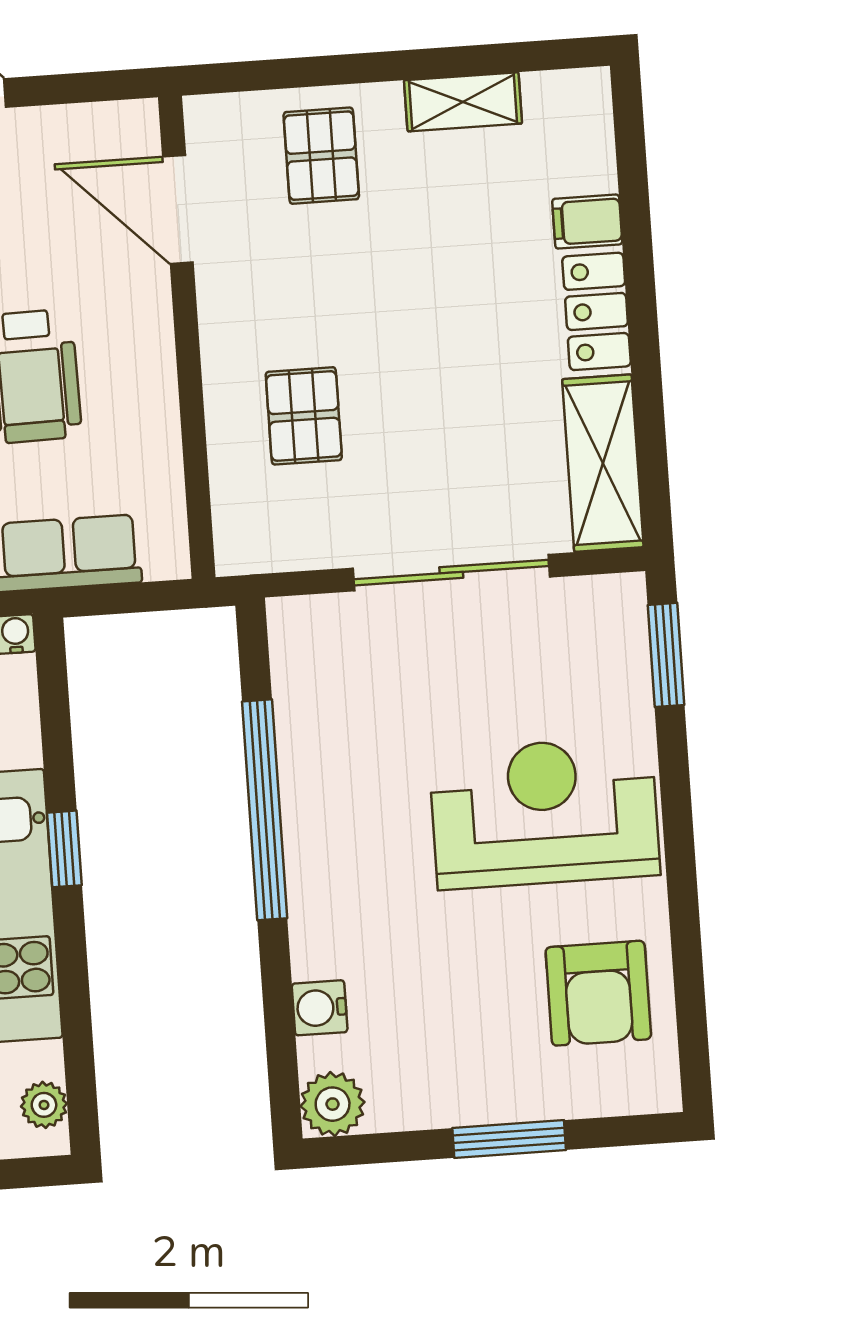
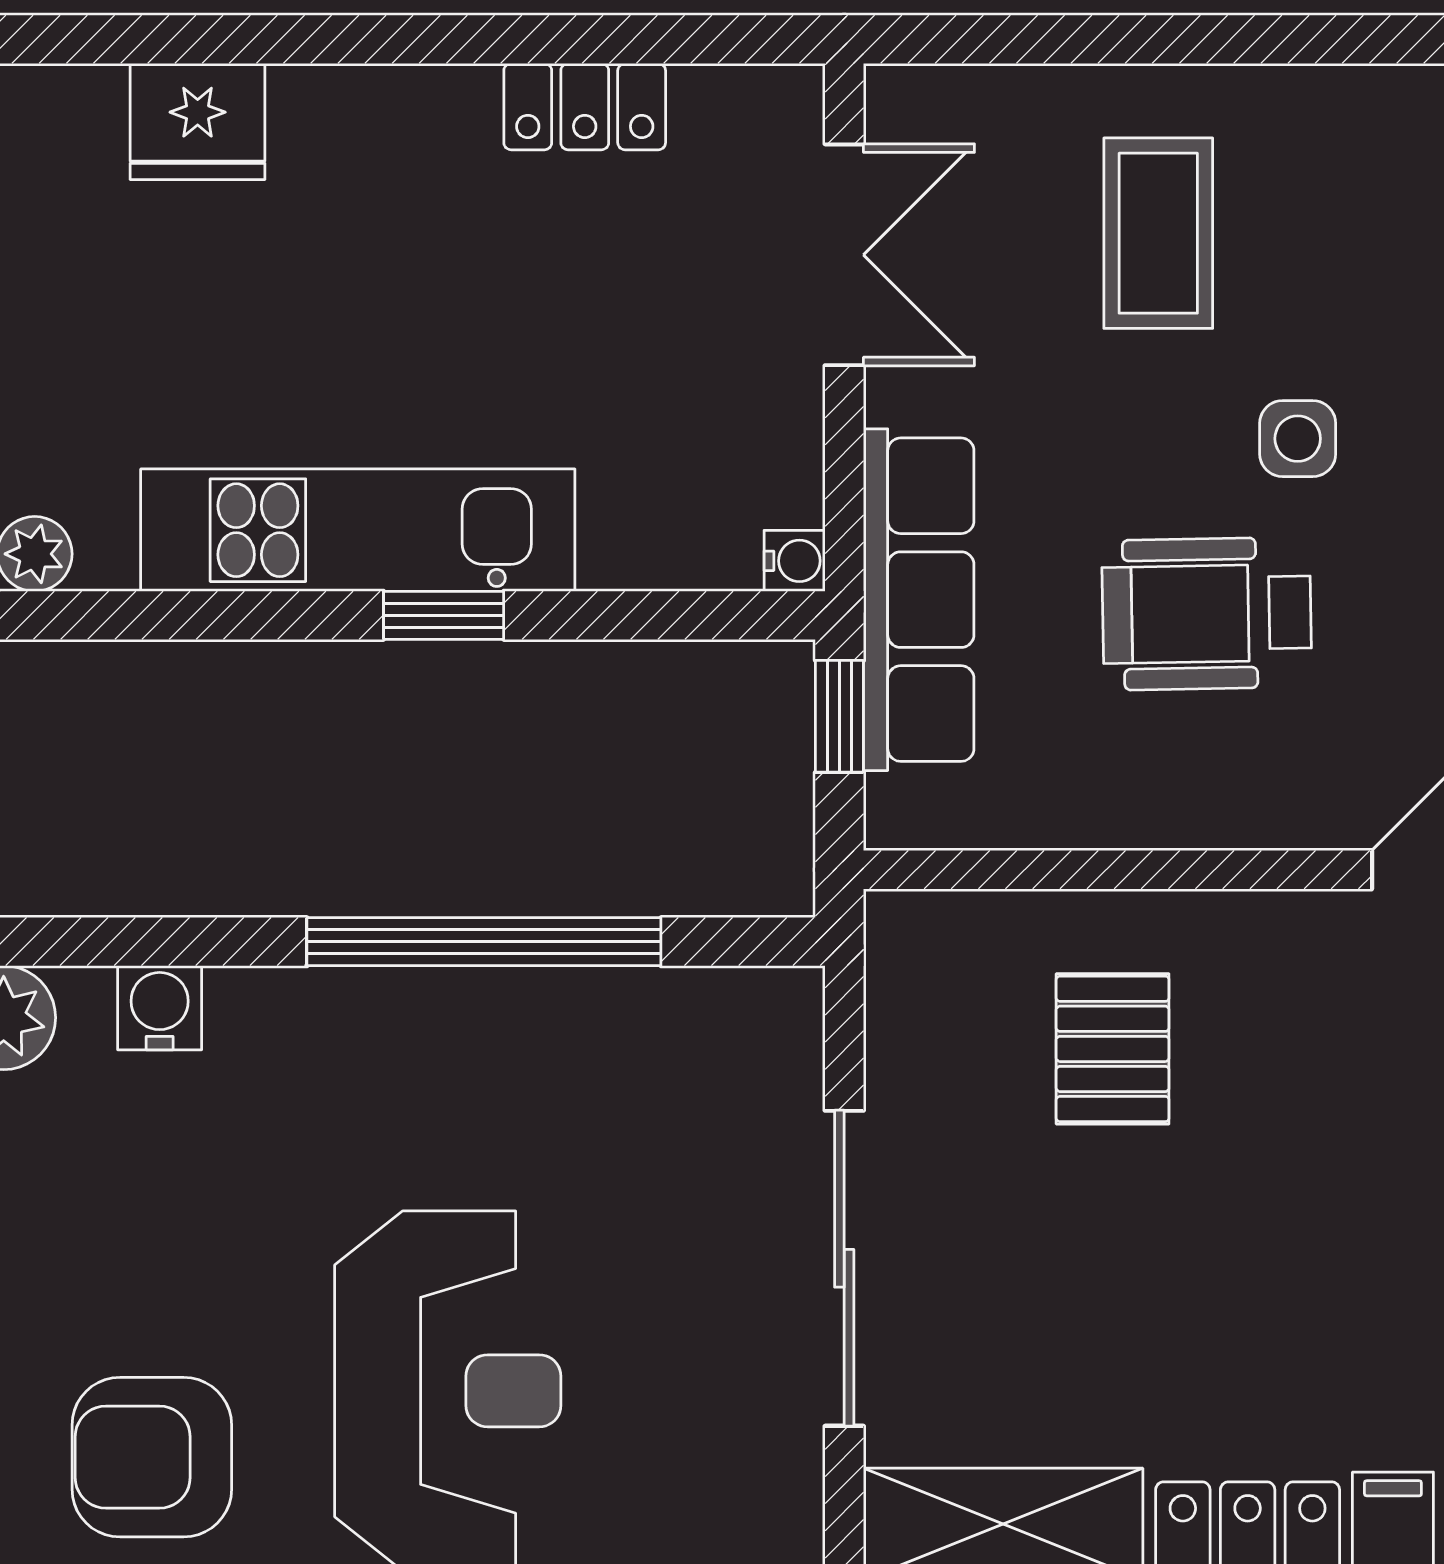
pallet: (304, 416) -> (1113, 1049), turned 90
window: (110, 599) -> (839, 716), added

